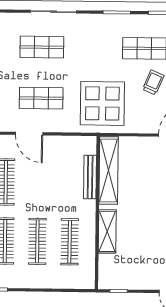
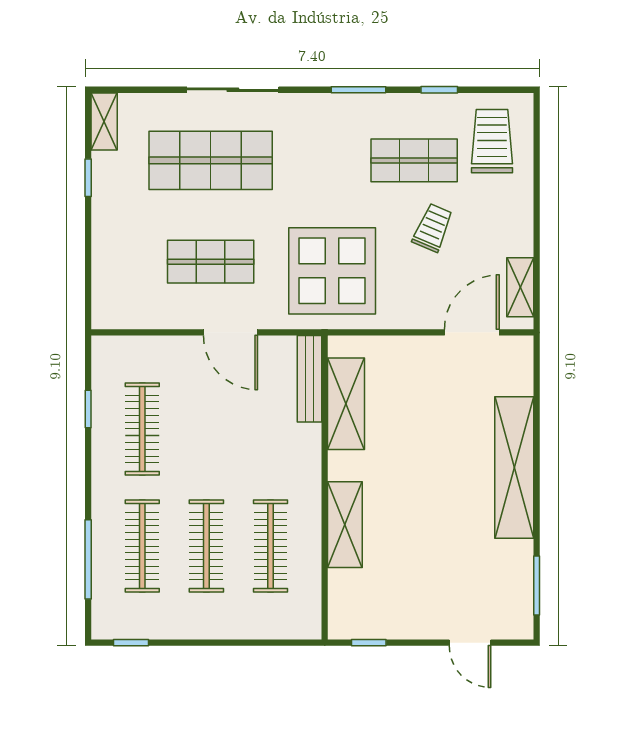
shop shelf: (42, 47) -> (211, 160), width x1.43, depth x1.36
door: (29, 134) -> (230, 332), moved
shelving: (109, 170) -> (346, 404), width x0.68
bench: (90, 177) -> (309, 379), moved

